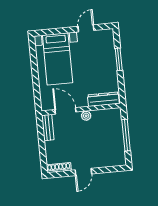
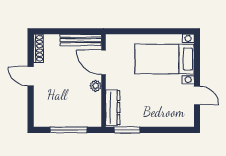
window: (119, 59) -> (127, 130), moved
door: (65, 111) -> (103, 62), swing flipped
bench: (48, 127) -> (81, 40), width x1.36

